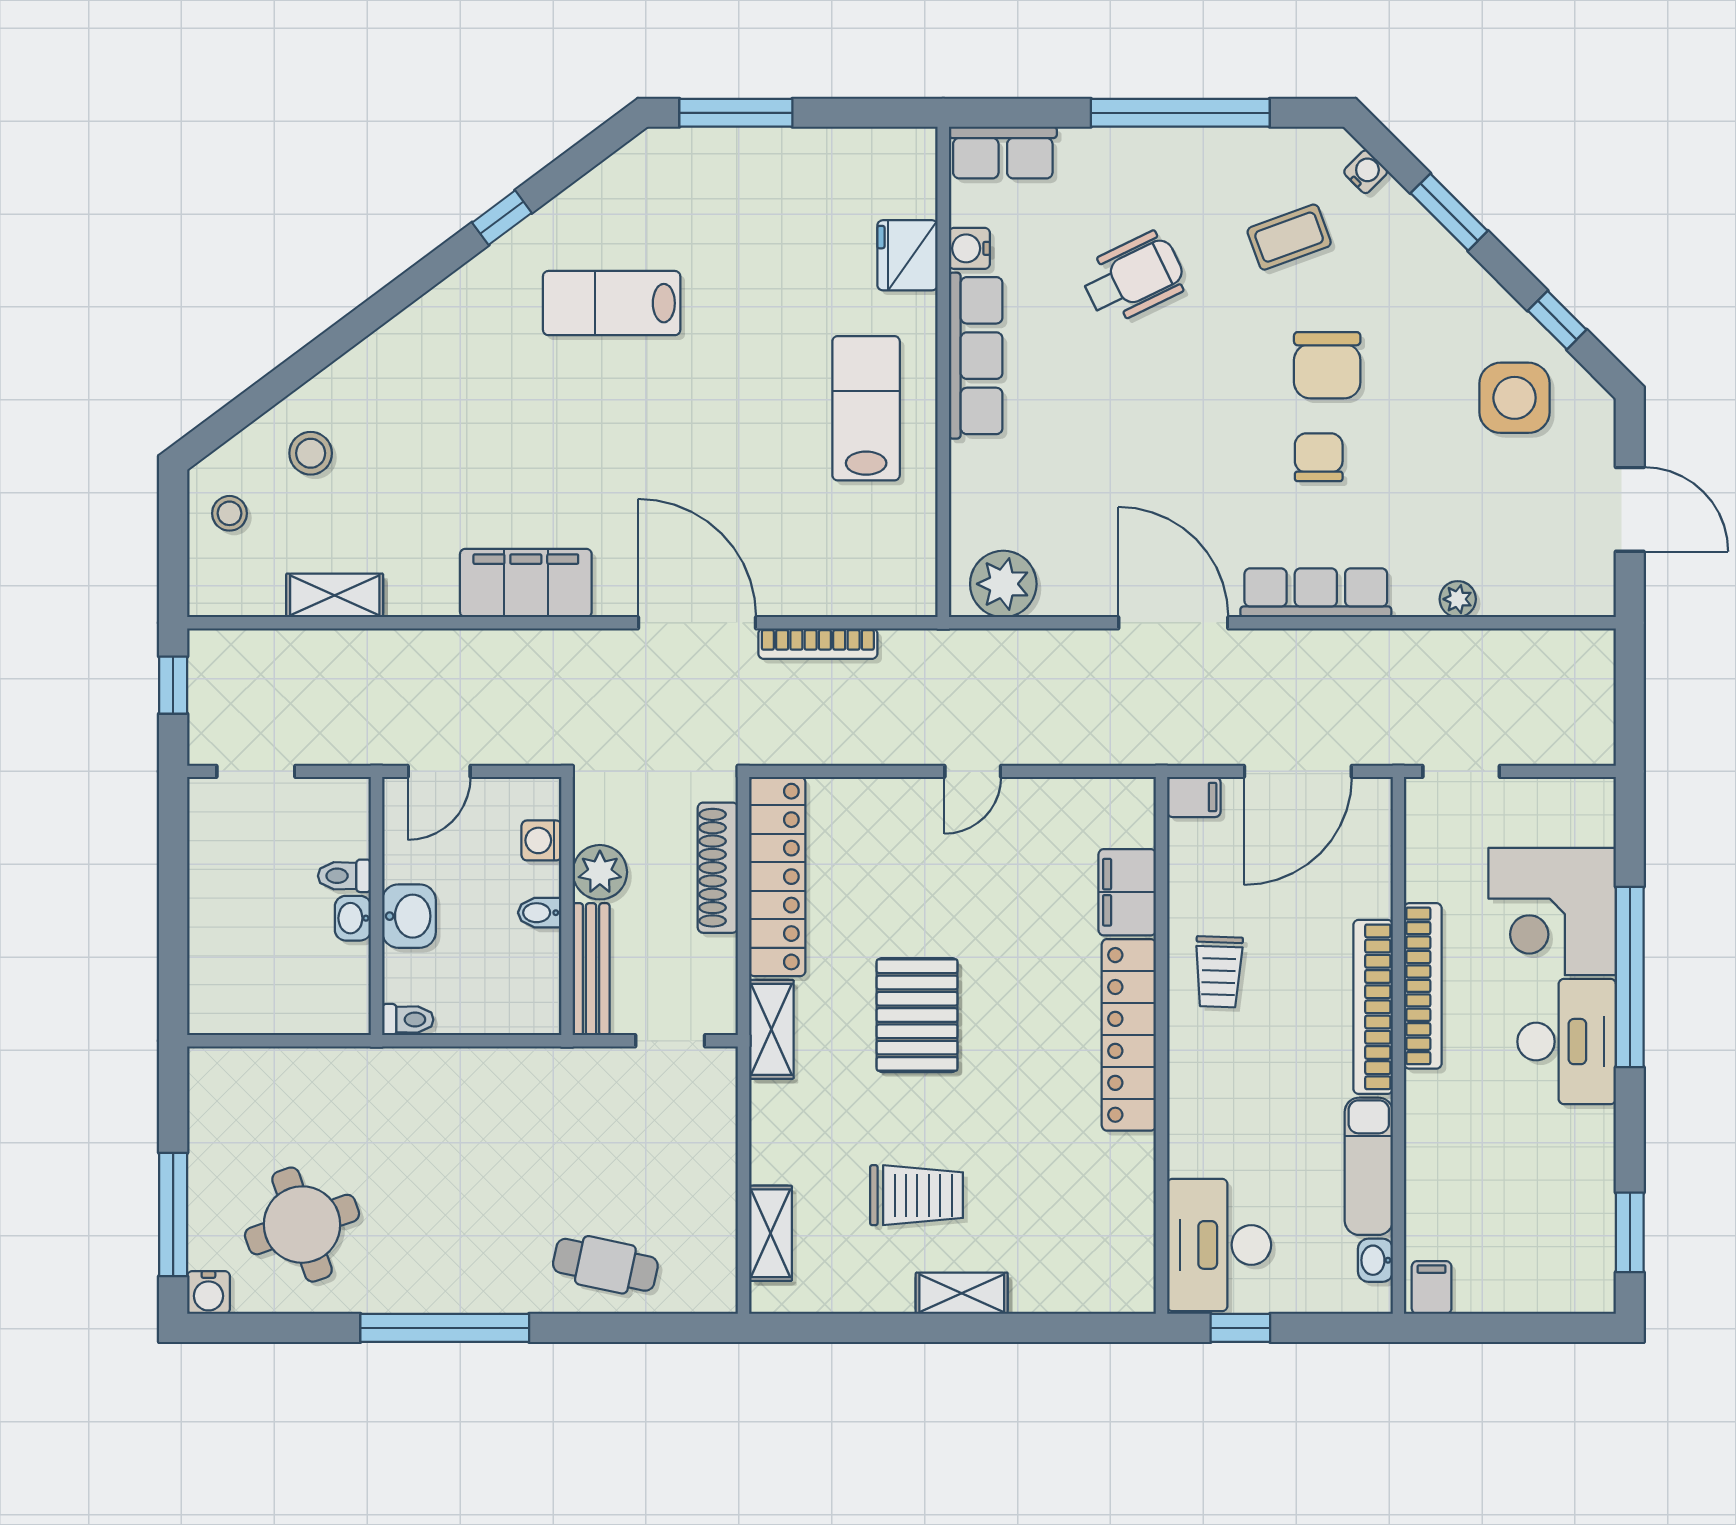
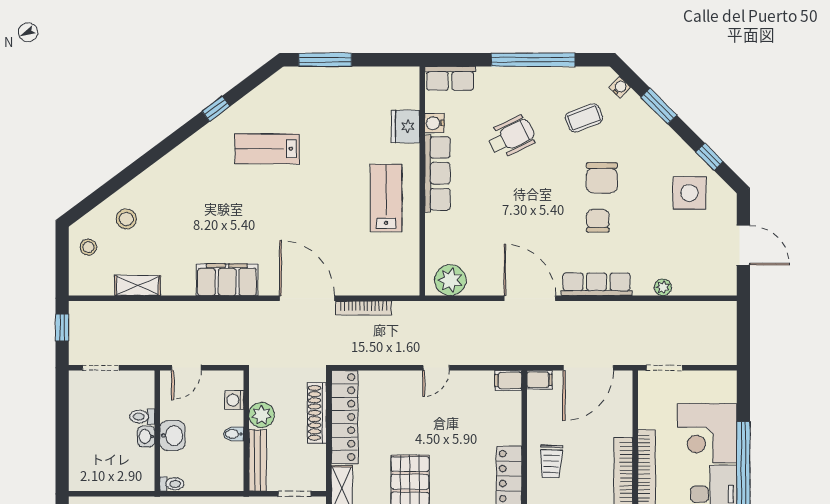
filing cabinet: (1127, 892) -> (508, 381), moved, width x0.50

